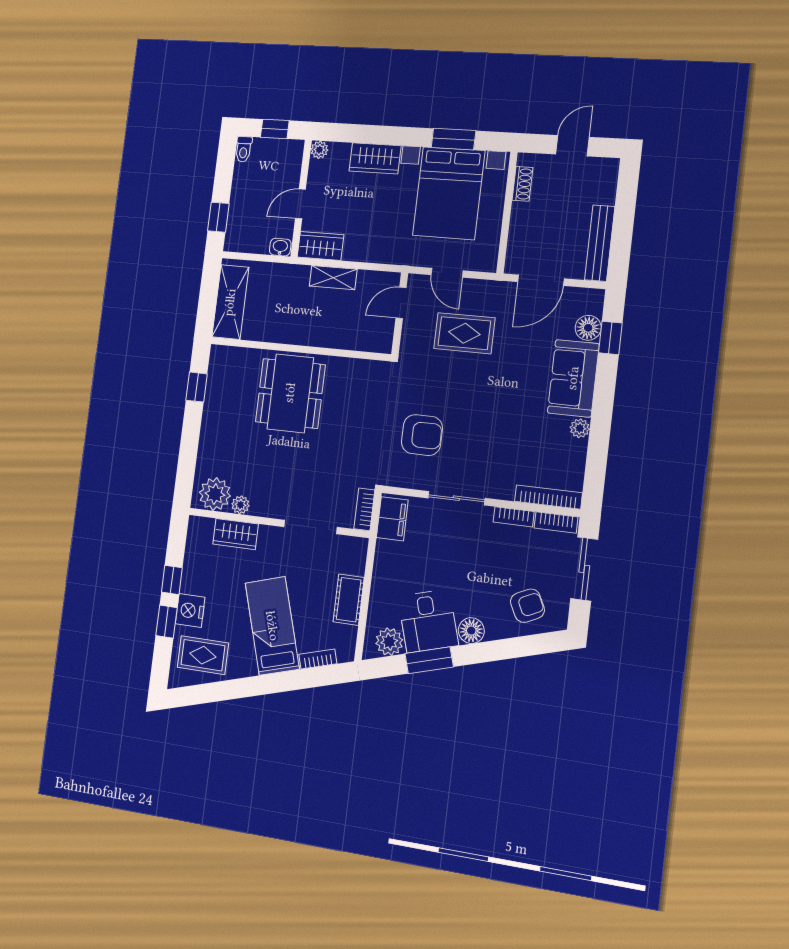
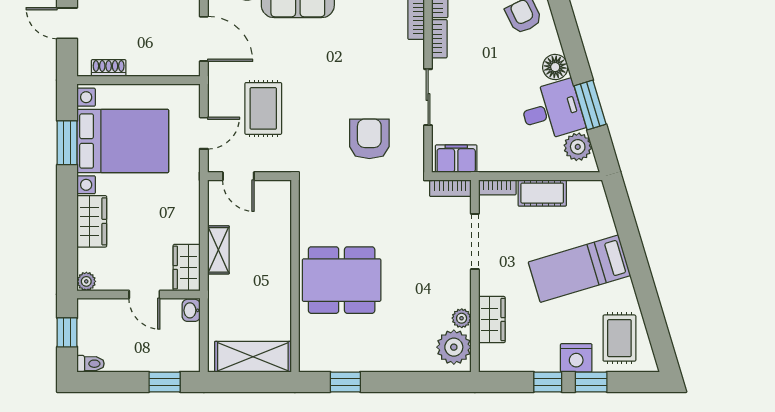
bookcase: (318, 659) -> (497, 187), moved, turned -73

